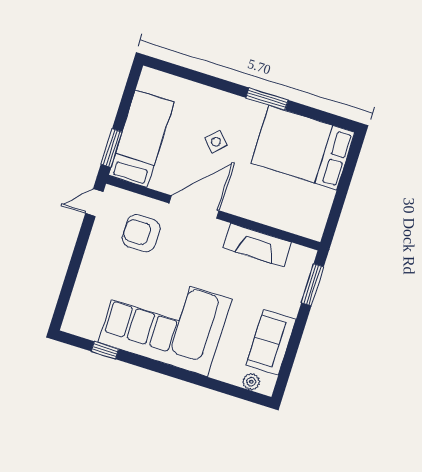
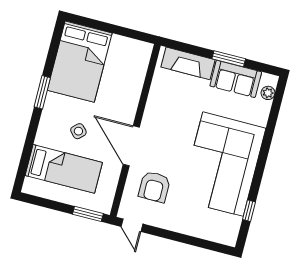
bed: (141, 139) -> (64, 169), moved, turned 180
fireplace: (257, 245) -> (188, 63), moved, turned 90
window: (313, 285) -> (229, 59), moved

